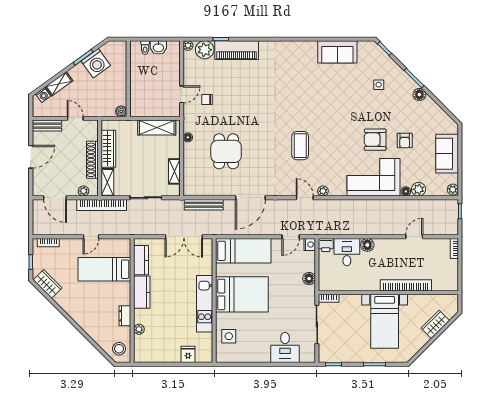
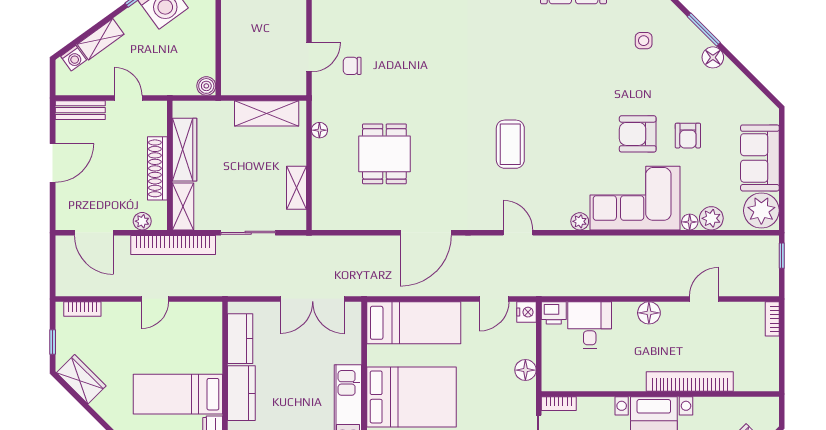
plant: (453, 190) -> (761, 211), width x1.88, depth x1.88
plant: (323, 191) -> (580, 221), moved
bench: (204, 205) -> (346, 245), removed
floor lamp: (367, 245) -> (649, 313), moved
bed: (104, 269) -> (178, 394), moved

